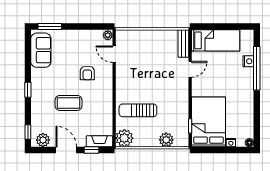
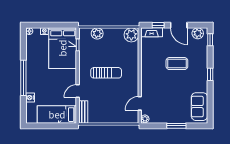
window: (50, 27) -> (176, 126), moved
door: (114, 54) -> (140, 103), swing flipped
window: (257, 68) -> (23, 78), moved
armchair: (87, 73) -> (162, 88), removed
sun lounger: (138, 110) -> (106, 73), moved

